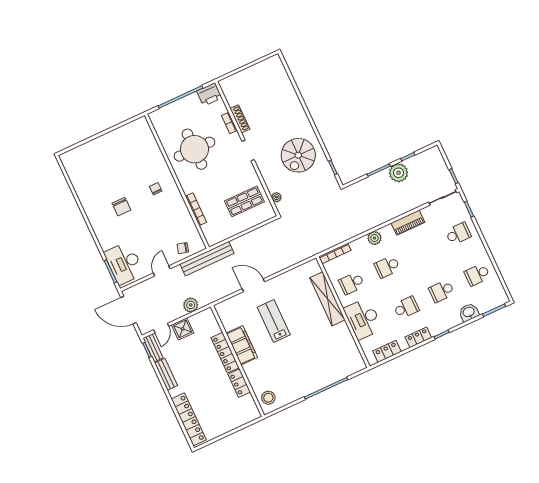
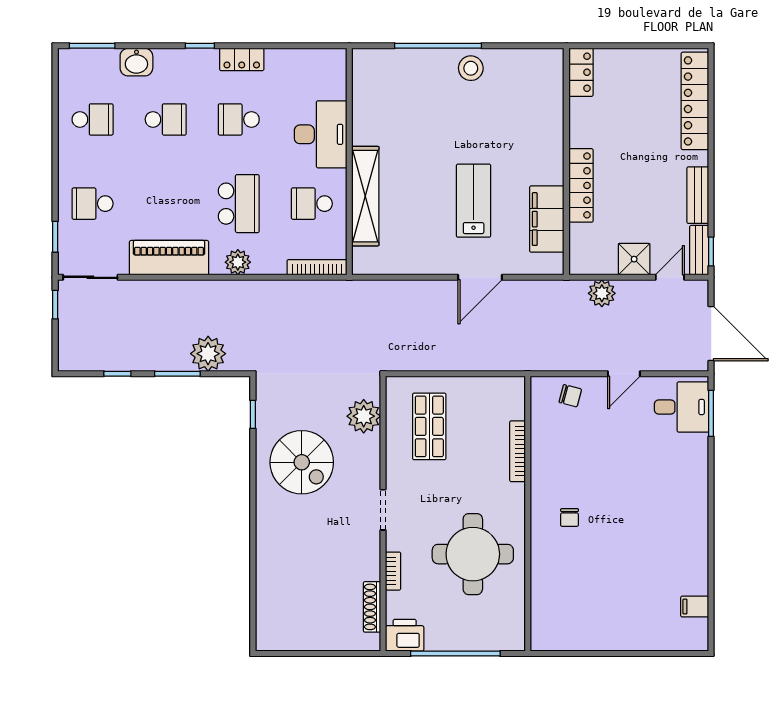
shoe rack: (240, 119) -> (372, 607), moved
spiral stairs: (298, 155) -> (302, 462), turned 90
plant: (399, 173) -> (208, 354), moved
filing cabinet: (75, 174) -> (695, 607), added
plant: (276, 197) -> (364, 416), width x1.87, depth x1.87
shop shelf: (244, 201) -> (429, 426), turned 90
chair: (121, 207) -> (642, 514), removed
piano: (408, 223) -> (169, 258), width x1.37, depth x1.33
bench: (207, 259) -> (538, 359), removed
desk: (124, 263) -> (682, 407), width x0.73
school desk: (387, 267) -> (239, 204), width x1.85
school desk: (352, 283) -> (312, 204), turned 180
door: (253, 285) -> (480, 277), hinge flipped
lab bench: (274, 321) -> (474, 201), turned 180
filing cabinet: (242, 345) -> (547, 219), moved
locker: (387, 351) -> (306, 60), removed
locker: (239, 383) -> (581, 72), moved
stool: (268, 398) -> (471, 68), moved

